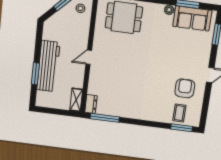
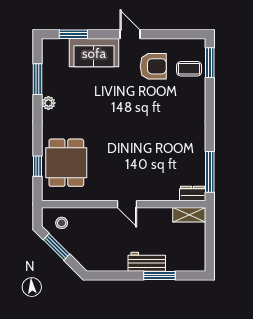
sofa: (192, 18) -> (94, 53), moved, turned 90
workbench: (48, 66) -> (147, 262), width x0.53, depth x0.76
armchair: (185, 88) -> (153, 66), turned 180

